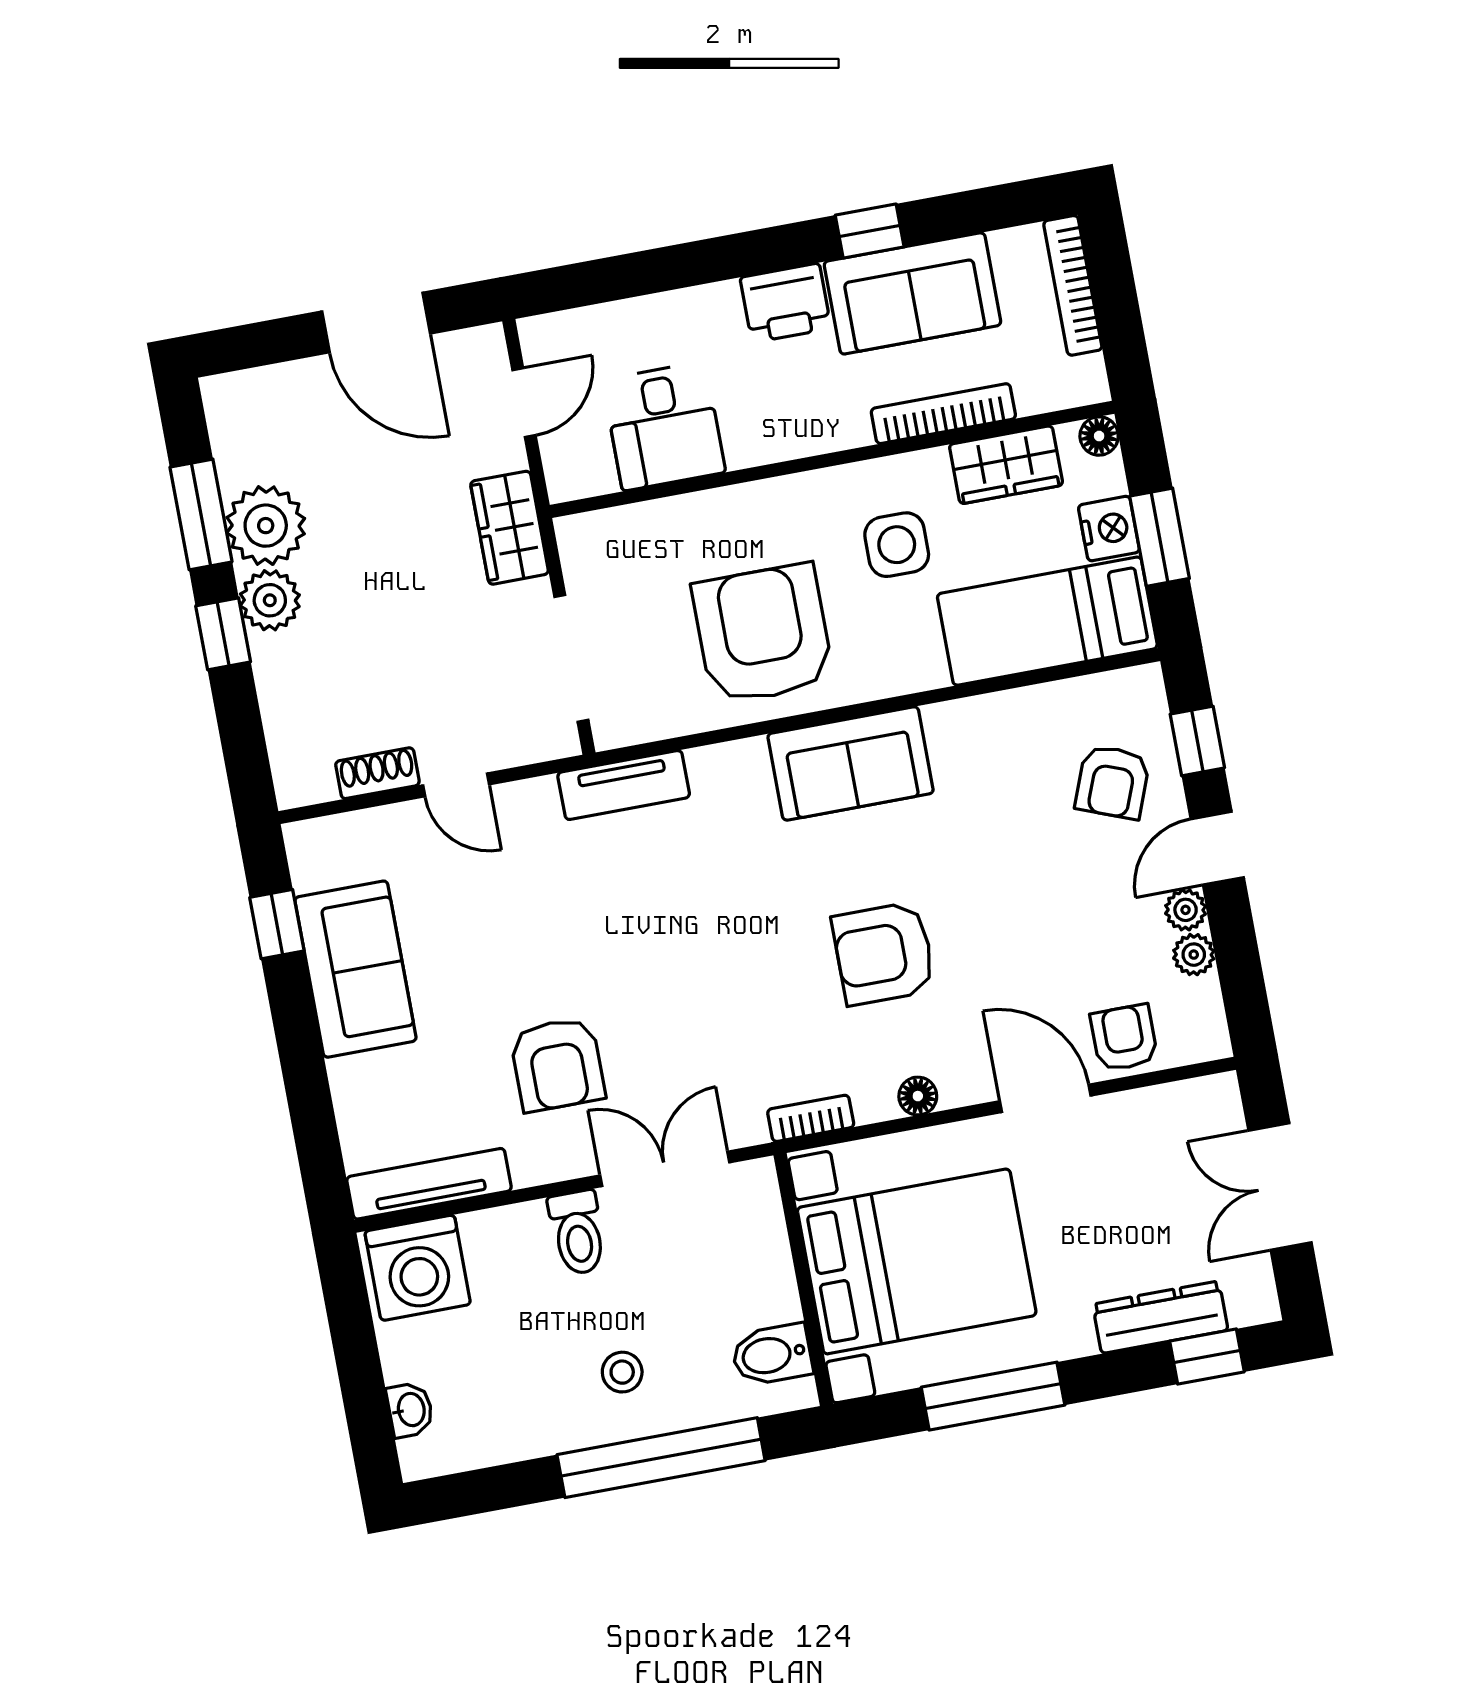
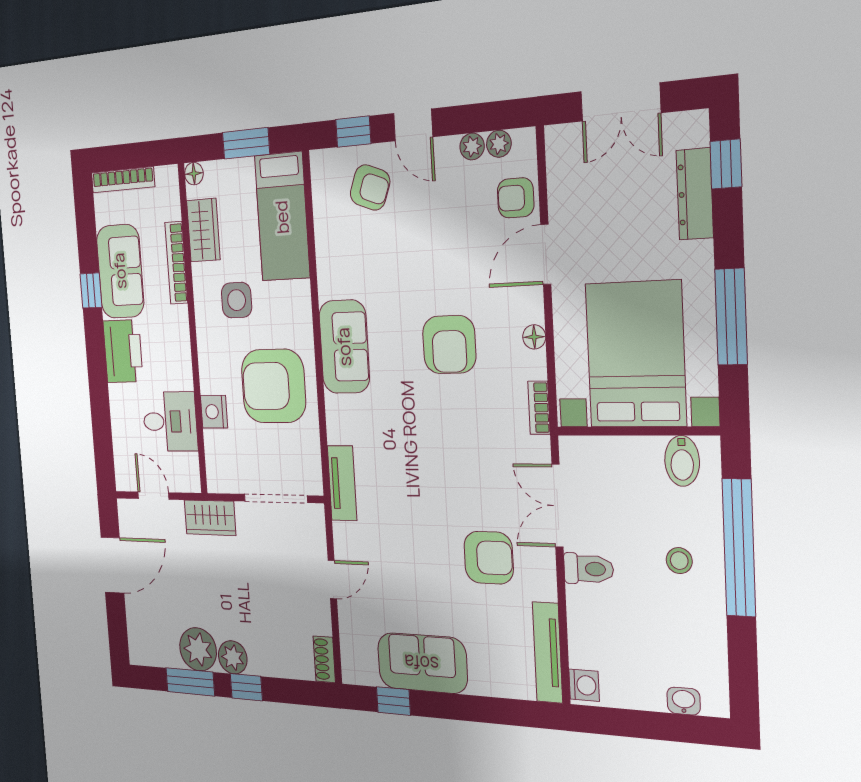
printer: (786, 303) -> (123, 351), width x1.37, depth x1.19
nightstand: (1109, 529) -> (214, 412), moved, turned -90
shoe rack: (377, 773) -> (324, 659), moved
plant: (1186, 910) -> (499, 144), moved
washing machine: (418, 1268) -> (584, 685), width x0.53, depth x0.53

